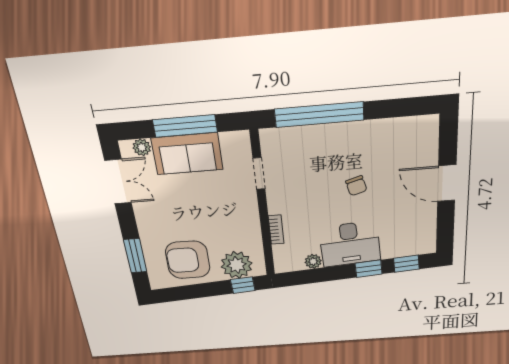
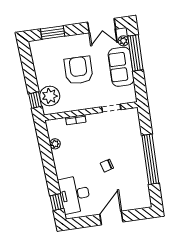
window: (319, 115) -> (150, 159), moved
window: (185, 126) -> (135, 53), moved
desk: (350, 244) -> (75, 194), moved
armchair: (188, 260) -> (79, 70), moved
window: (369, 269) -> (52, 179), removed

